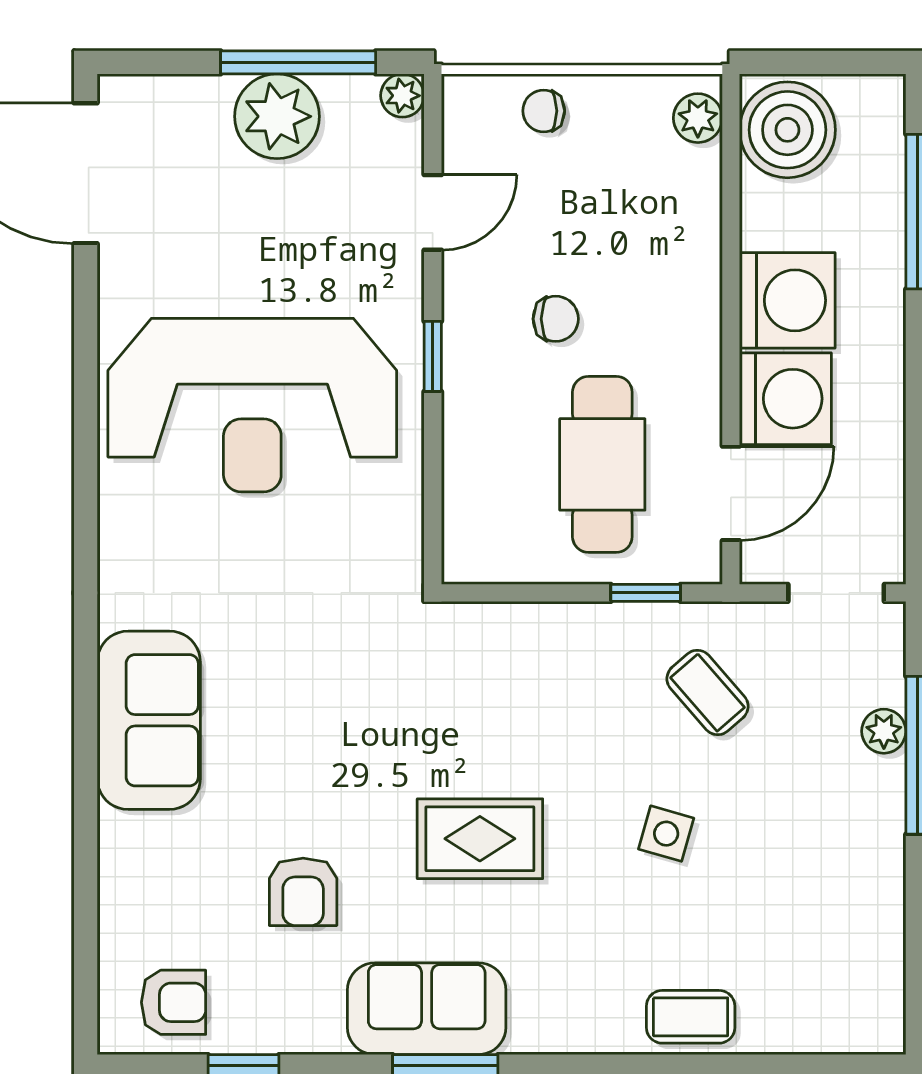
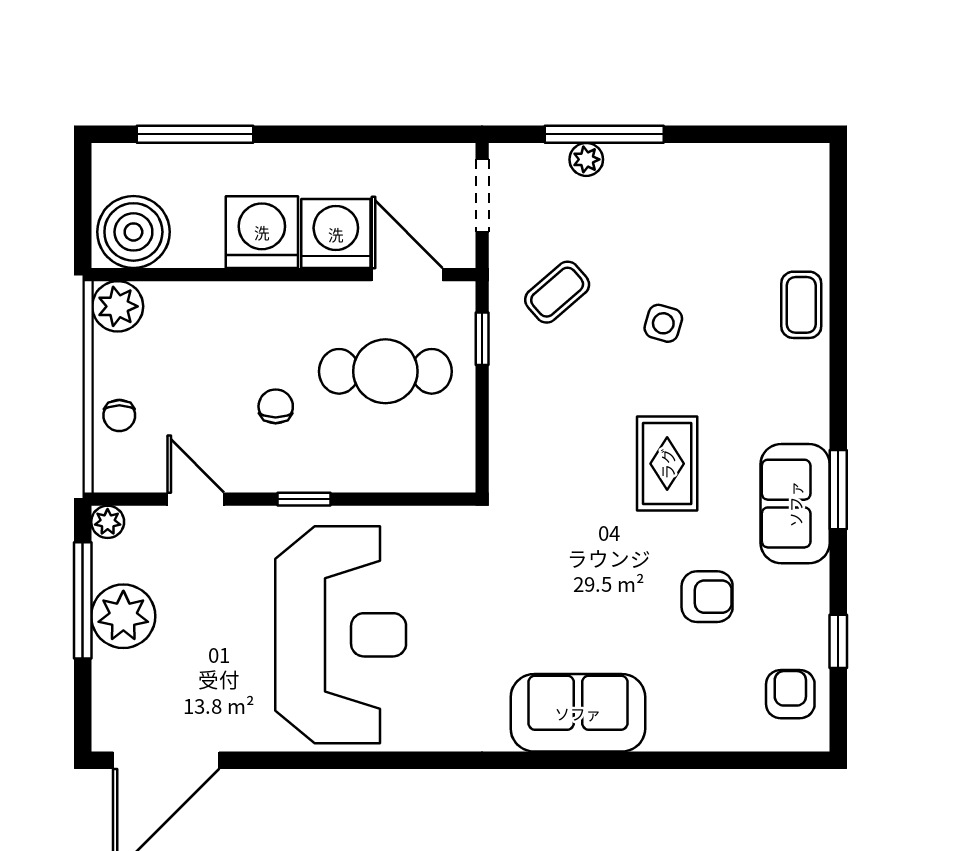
plant: (698, 118) -> (118, 306), width x1.38, depth x1.38

